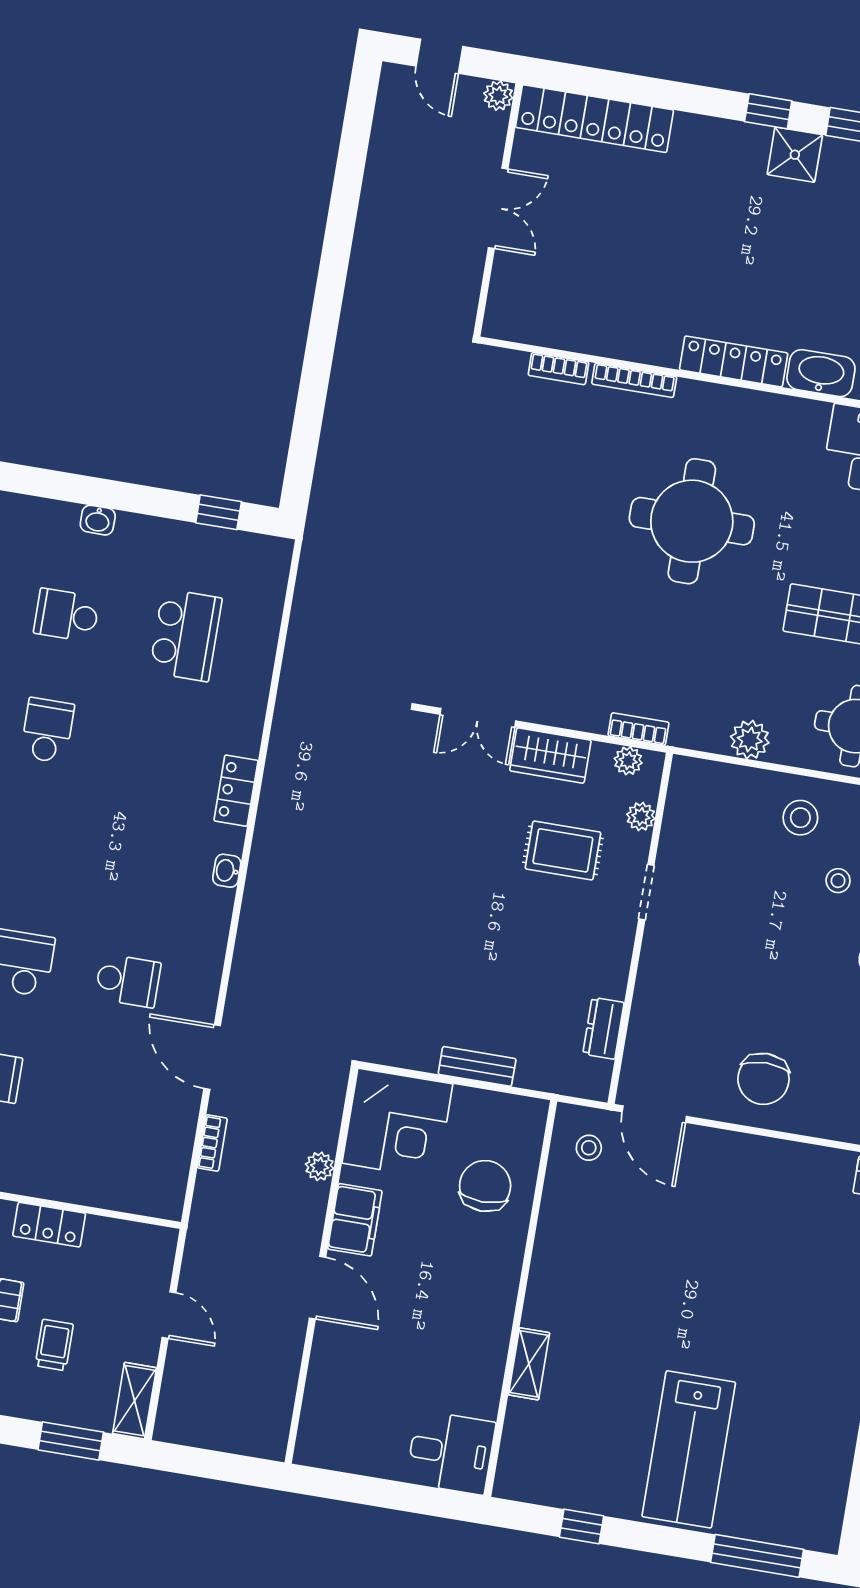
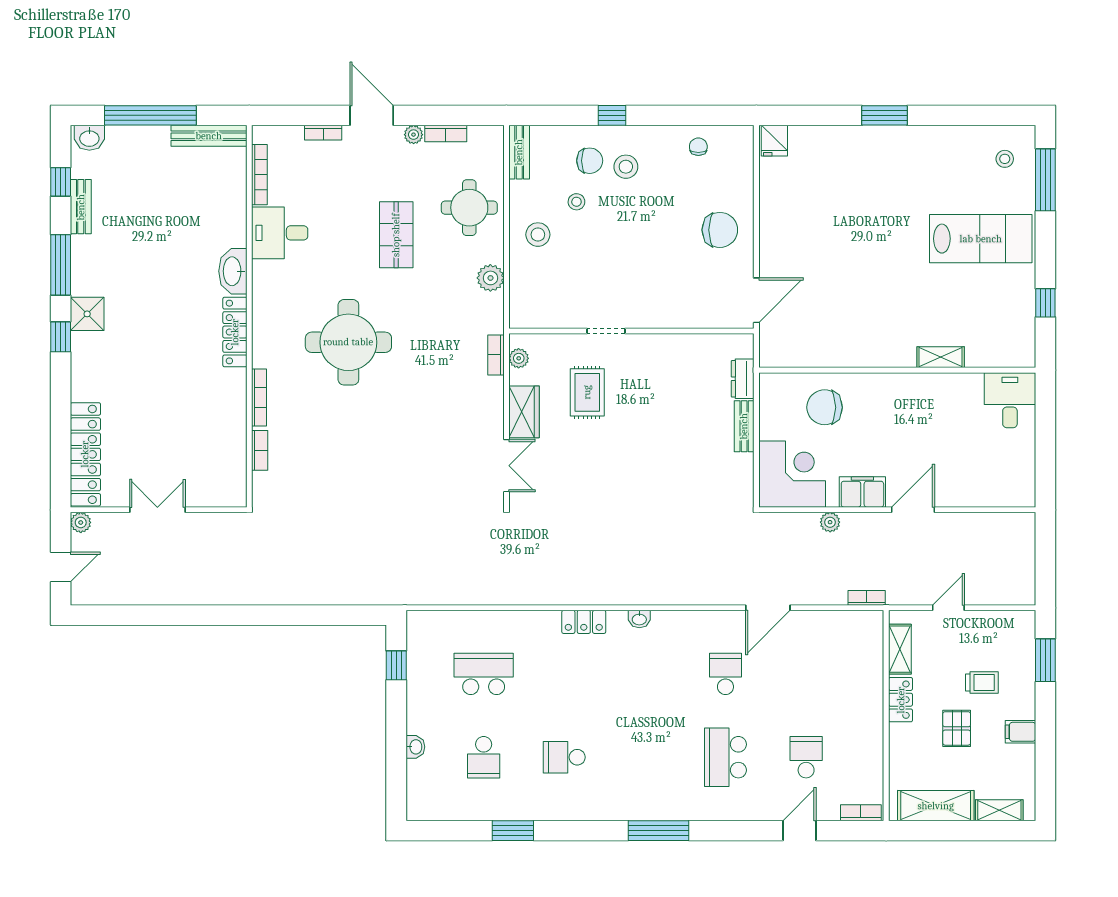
plant: (641, 817) -> (555, 343), removed
dresser: (603, 1028) -> (743, 379), moved, turned 90
bookcase: (212, 1143) -> (867, 598), moved
stool: (589, 1148) -> (1005, 159), moved
trolley: (54, 1345) -> (982, 683), turned 180
shelving: (135, 1401) -> (900, 649), moved, turned 90

